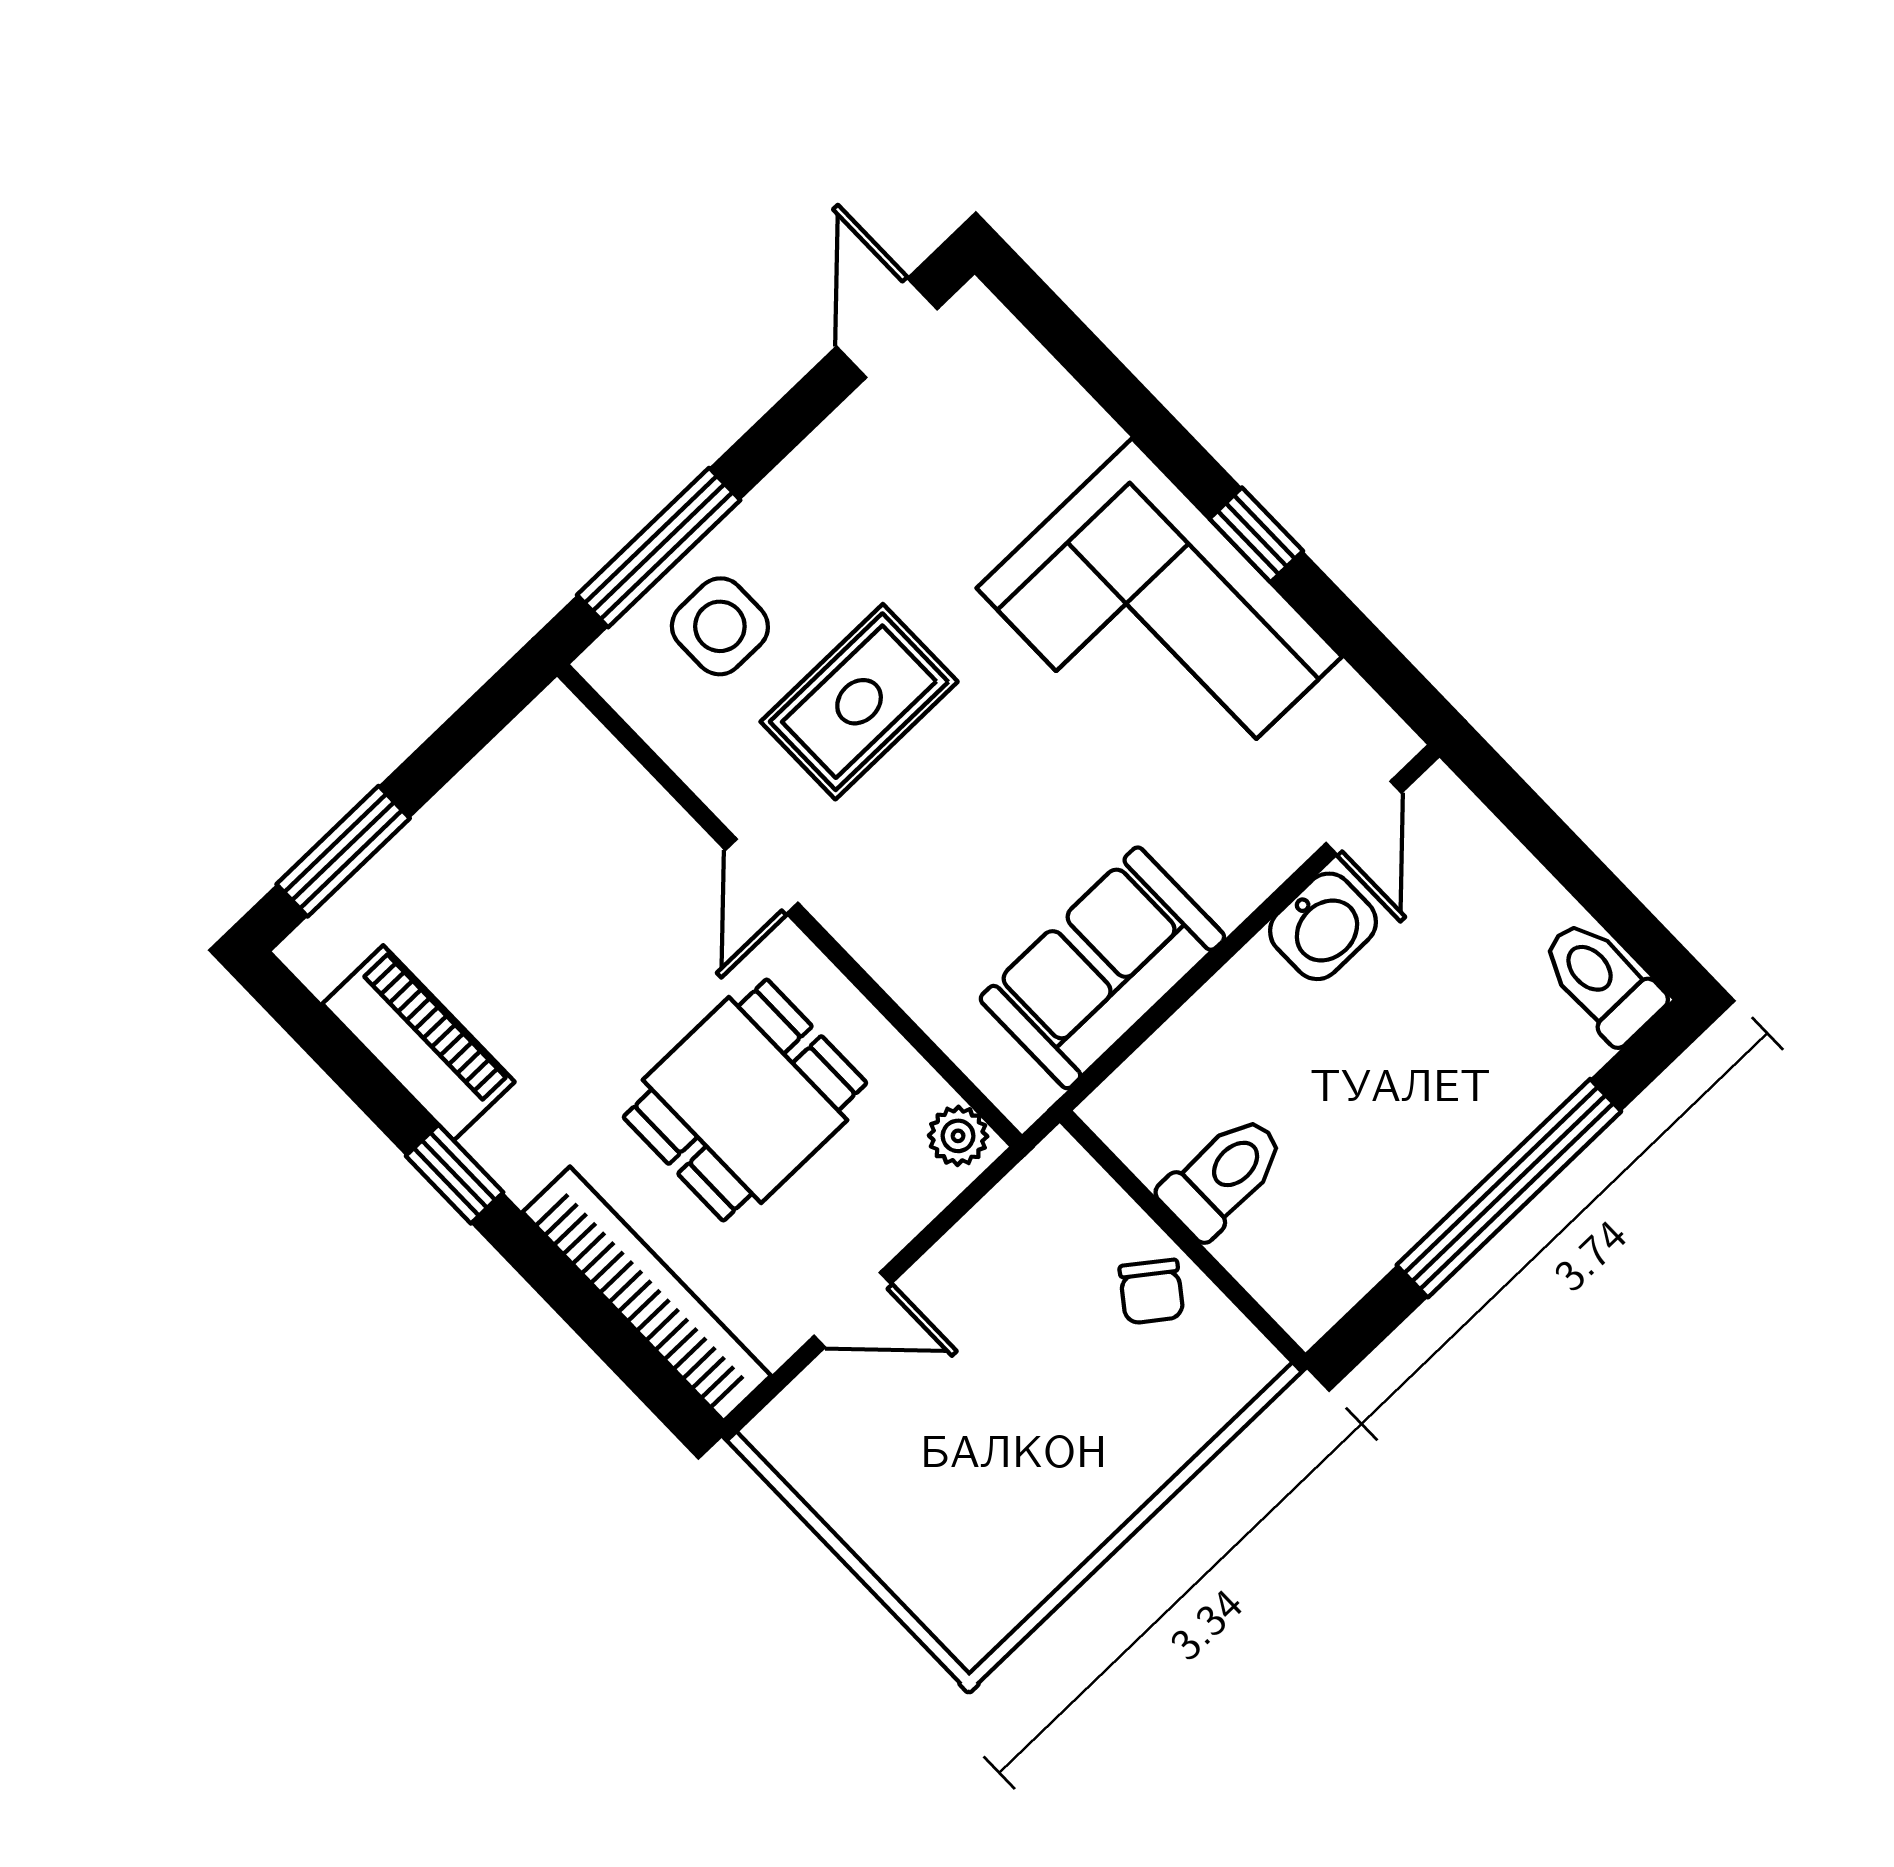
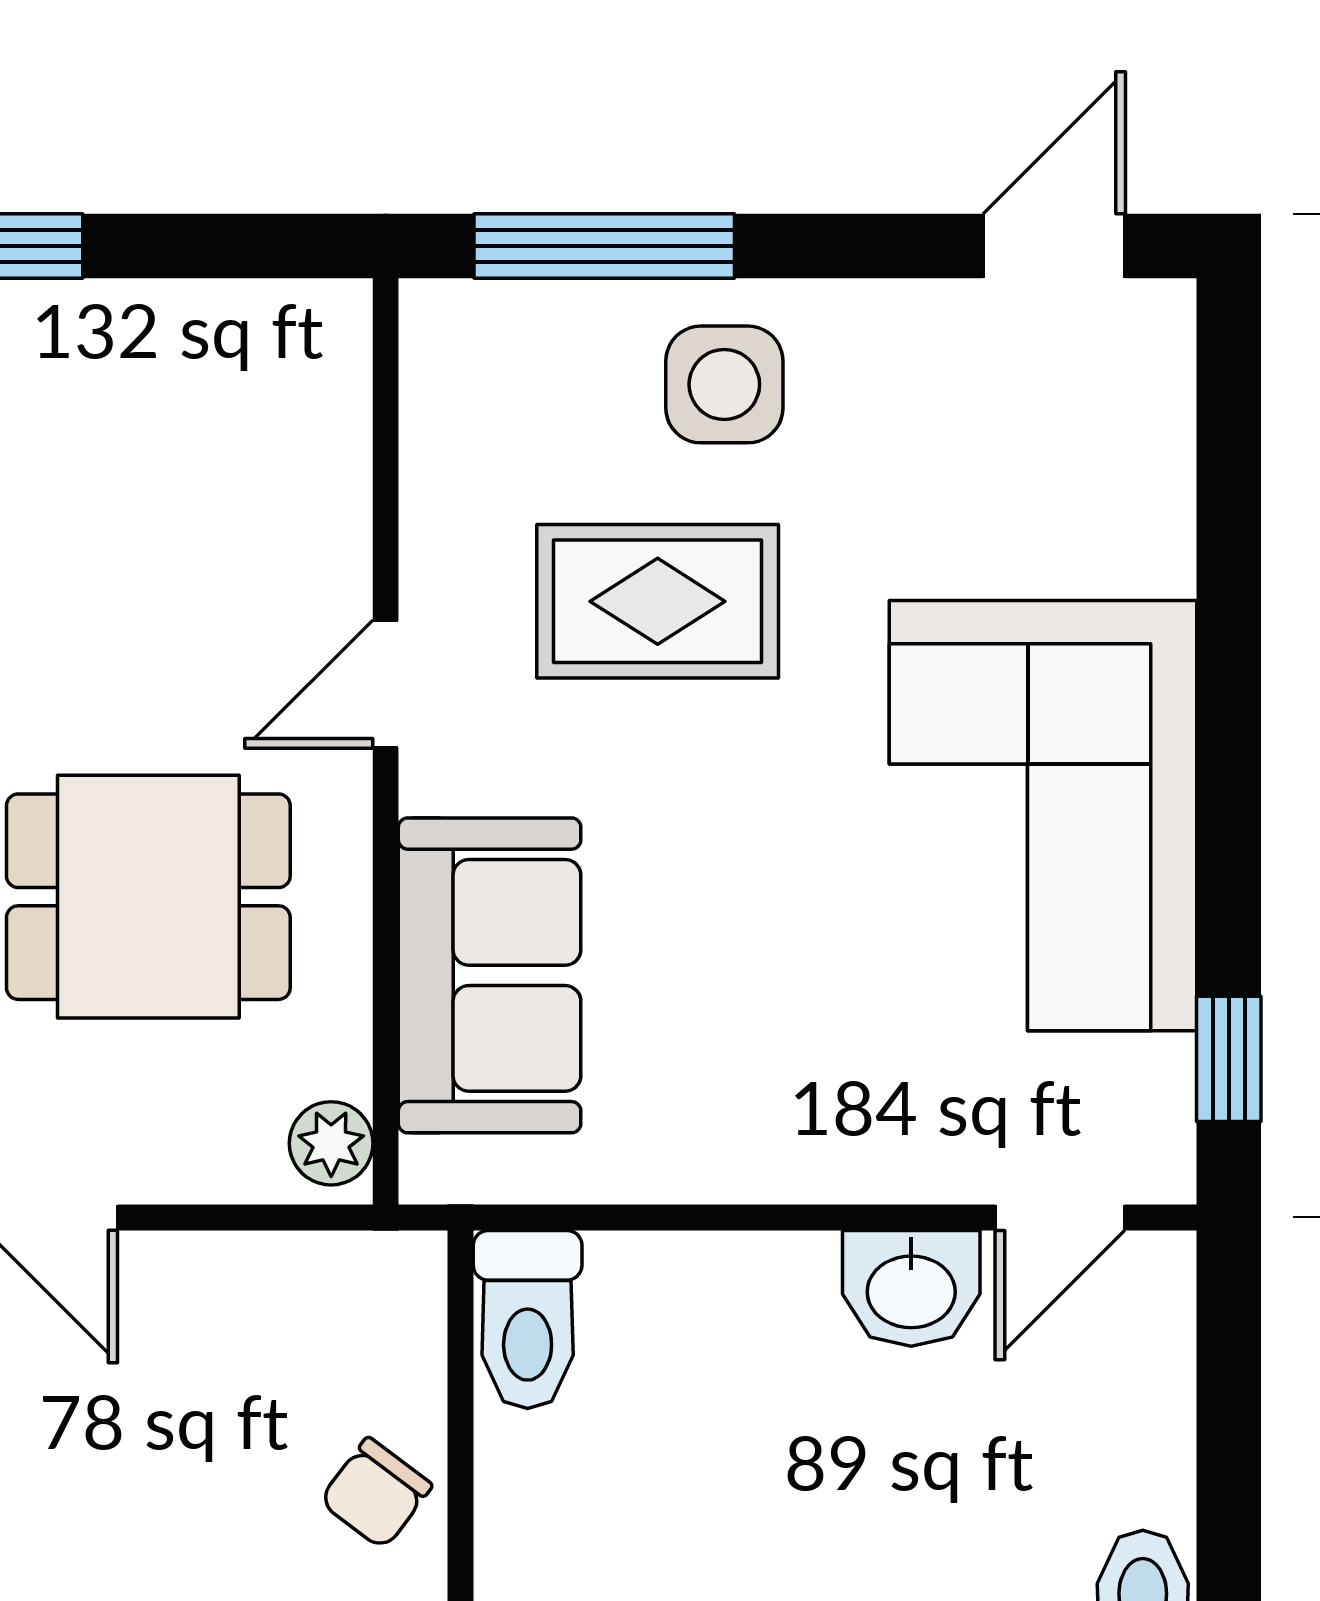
window: (1256, 535) -> (1229, 1059), moved
side table: (720, 626) -> (724, 384), moved
sofa: (1102, 968) -> (490, 975), moved, turned 90
toilet: (1223, 1176) -> (528, 1320), moved, turned 90

